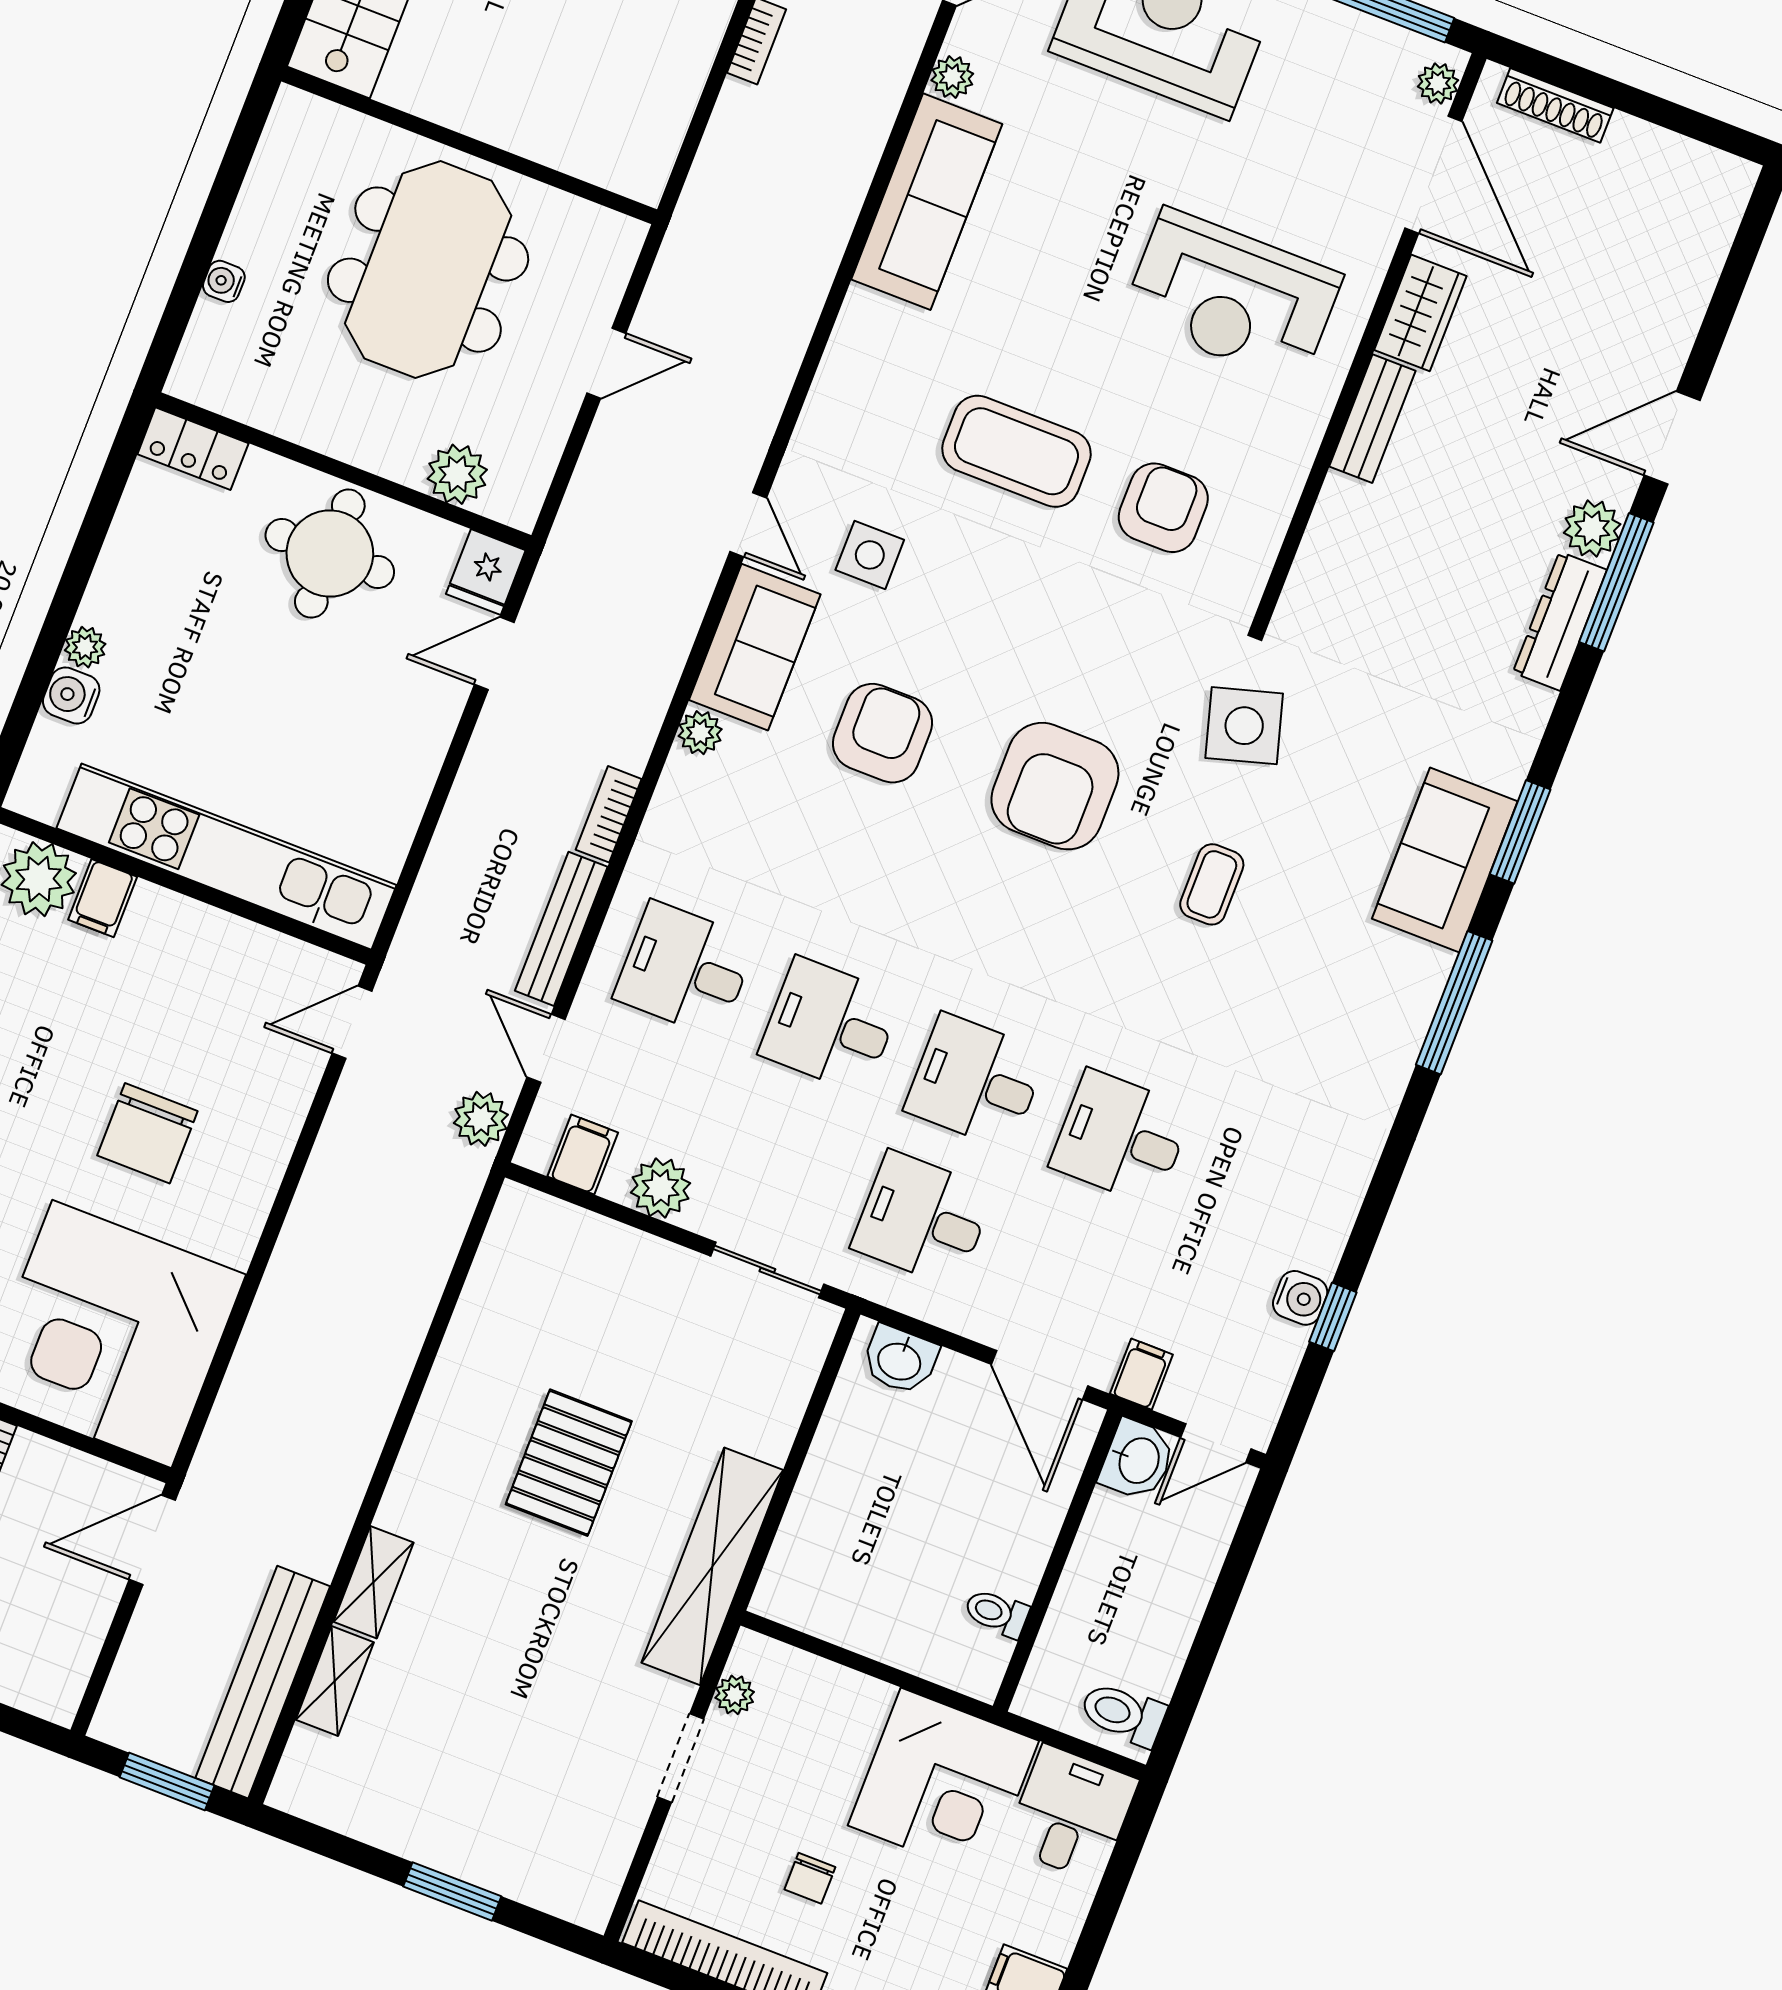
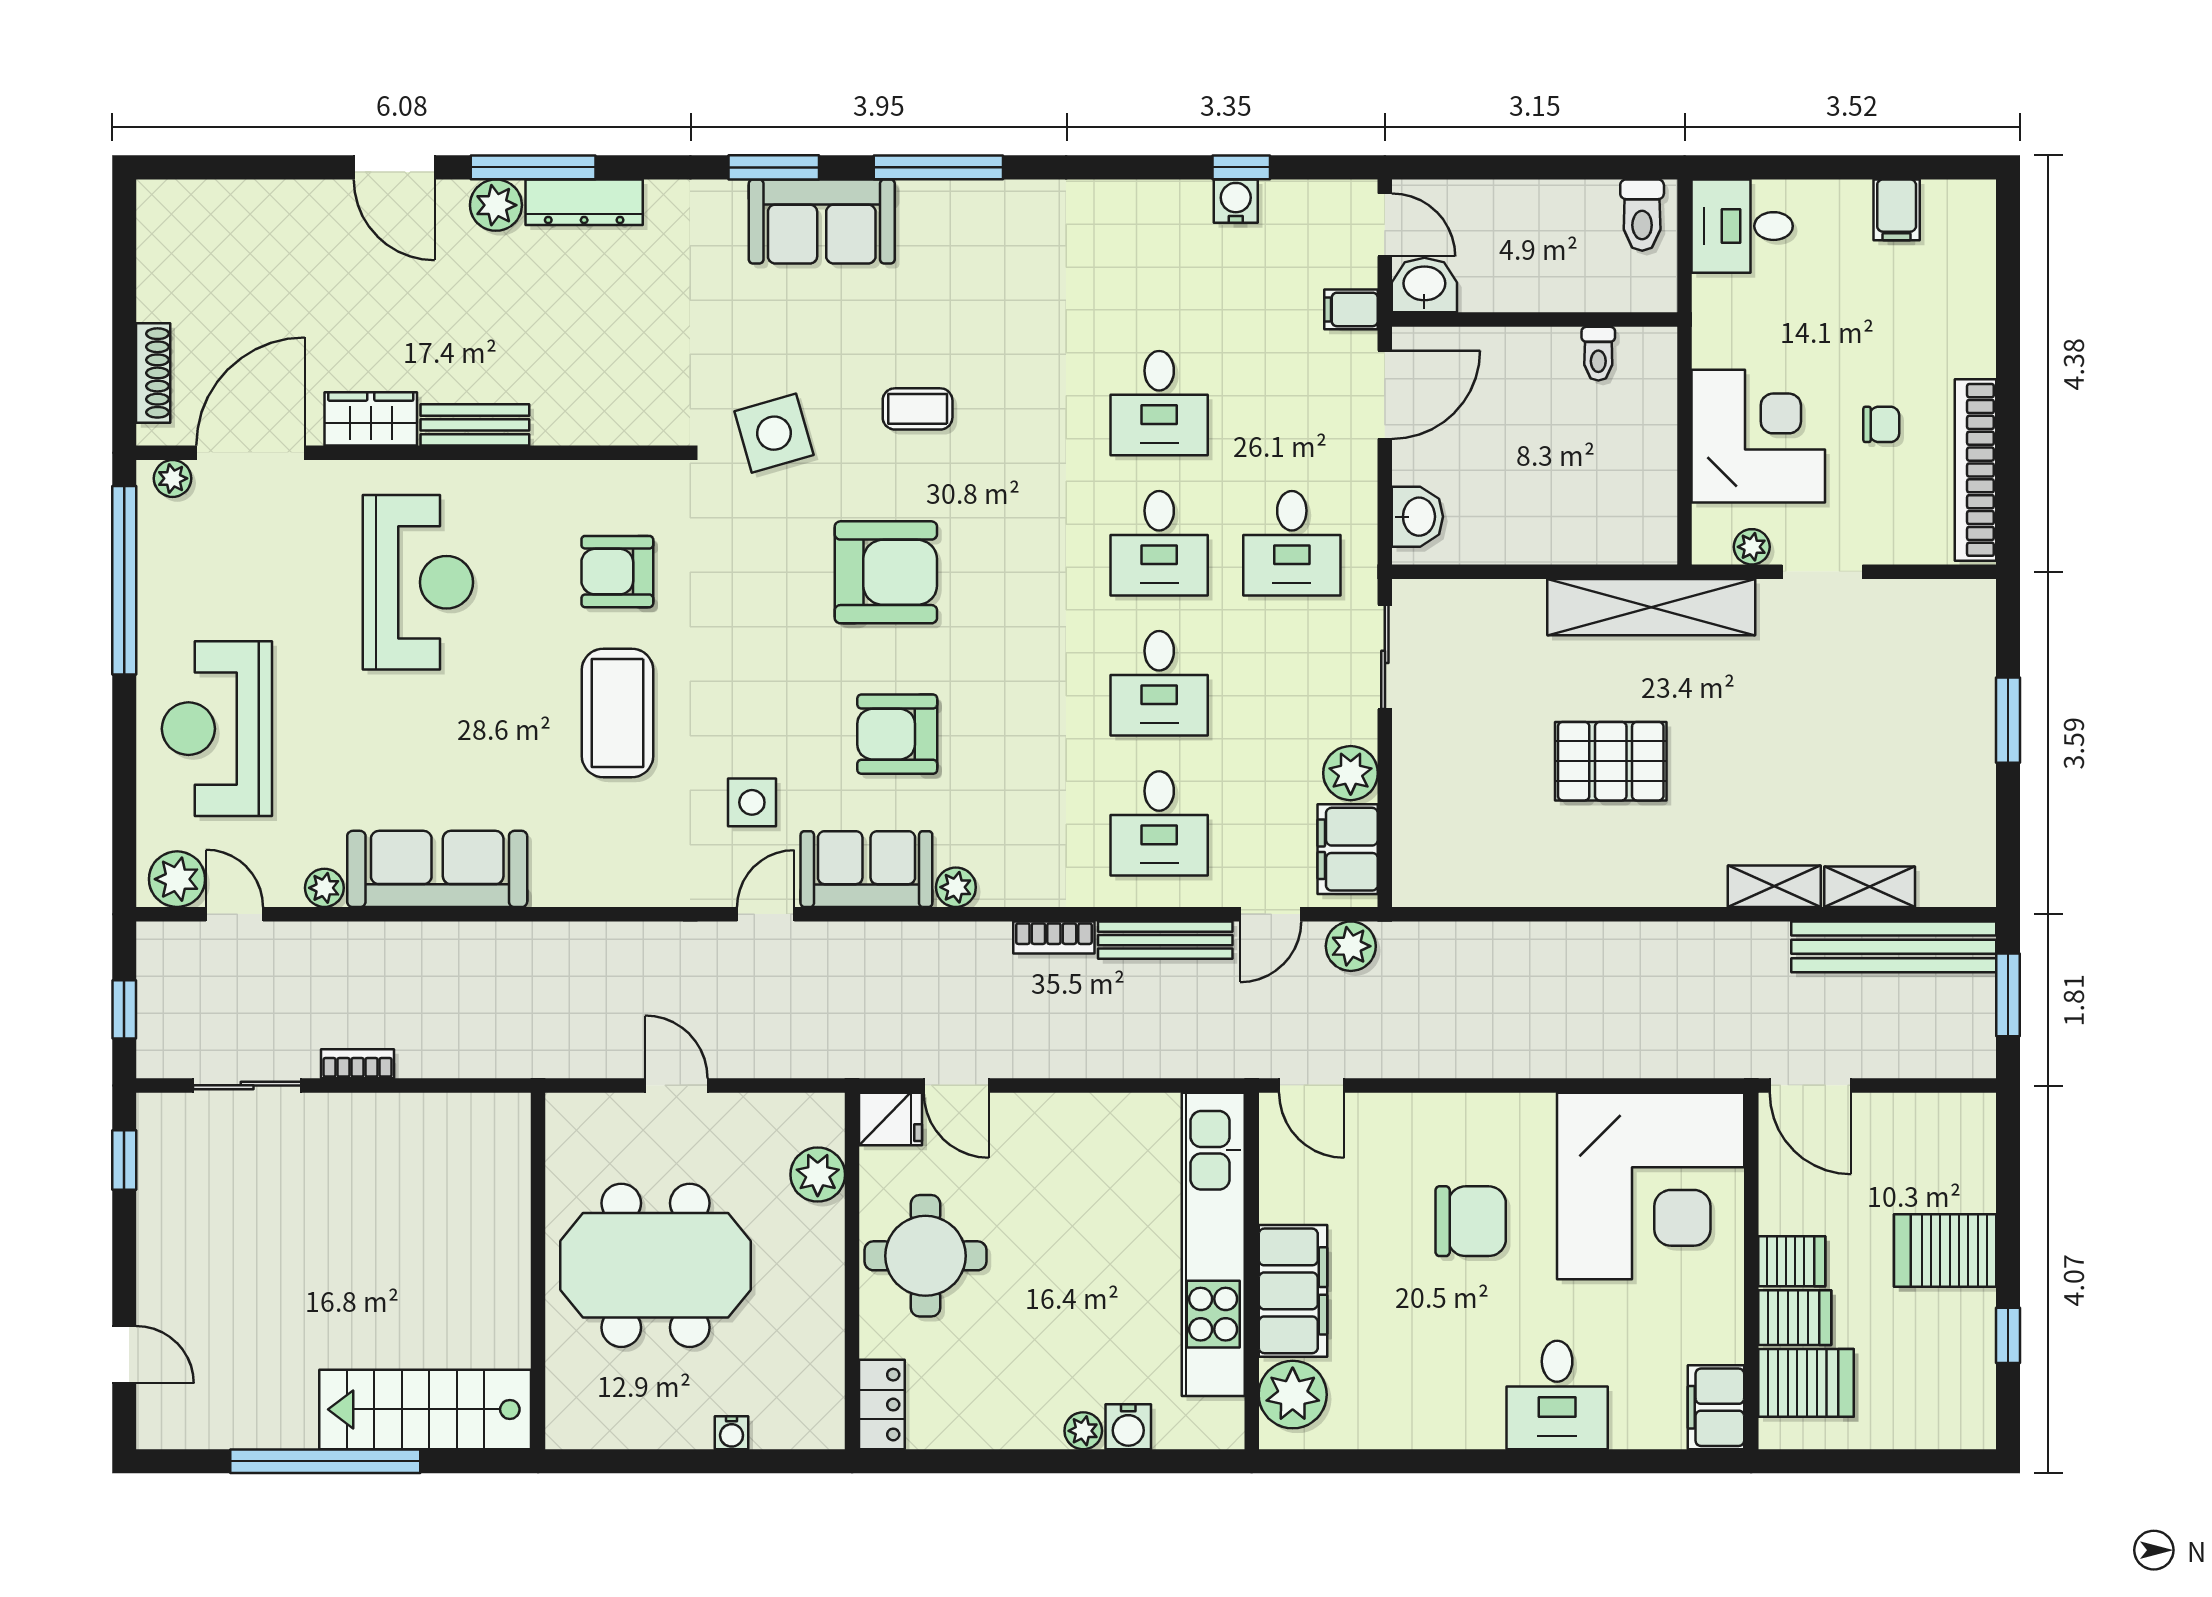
filing cabinet: (103, 898) -> (1293, 1291), width x3.00, depth x1.17
filing cabinet: (583, 1154) -> (1348, 849), width x2.00
corner desk: (943, 1783) -> (1758, 436), moved

